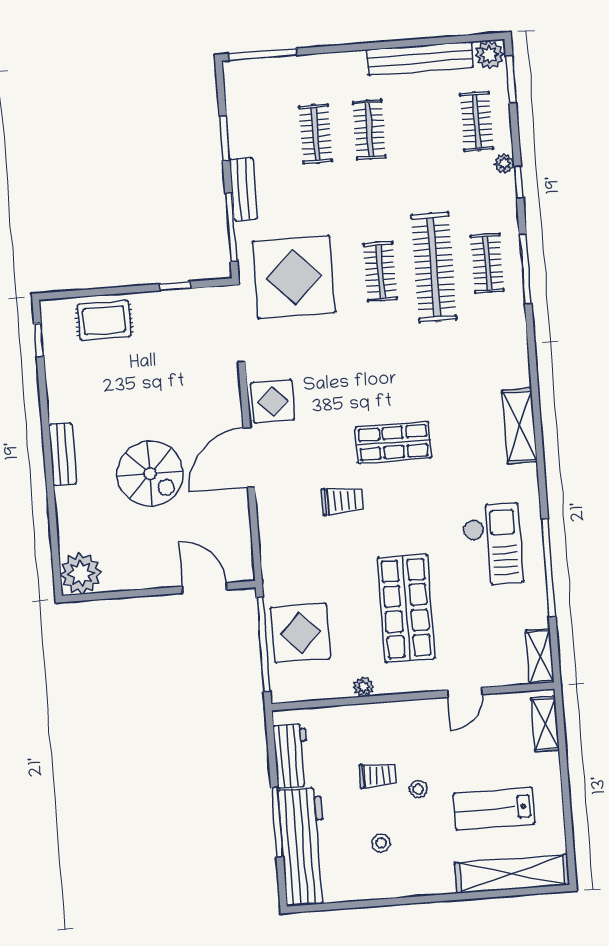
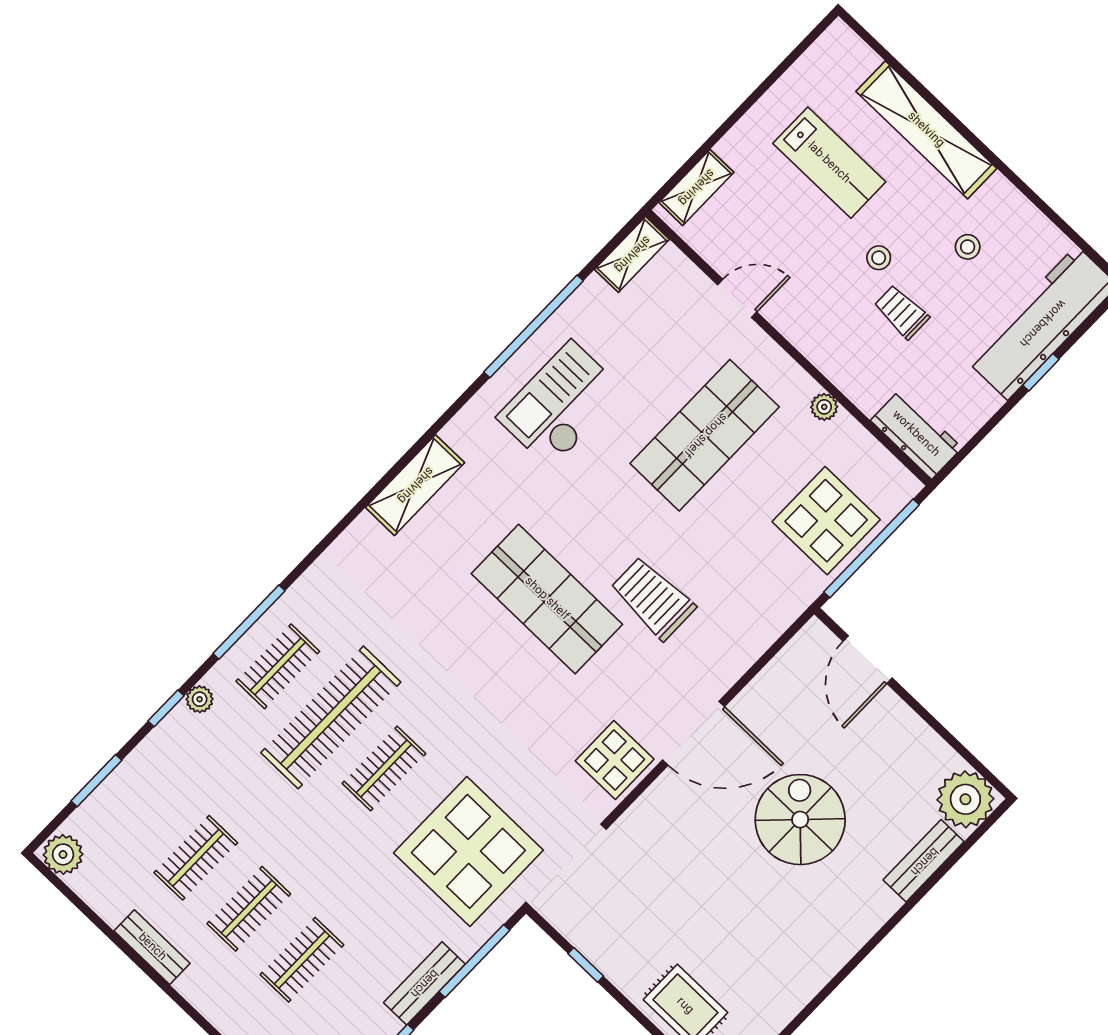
bench: (420, 59) -> (152, 947), width x0.54, depth x0.82
window: (511, 80) -> (96, 781), moved
clothes rail: (476, 121) -> (196, 858), moved
plant: (504, 164) -> (200, 699), moved
shop shelf: (393, 443) -> (547, 599), width x1.43, depth x1.36
bench: (63, 454) -> (924, 861), moved
trolley: (342, 501) -> (653, 598), width x1.36, depth x1.39
workbench: (291, 756) -> (916, 434), moved, turned 90
window: (277, 822) -> (1041, 372), width x0.46
shelving: (512, 874) -> (926, 130), moved

